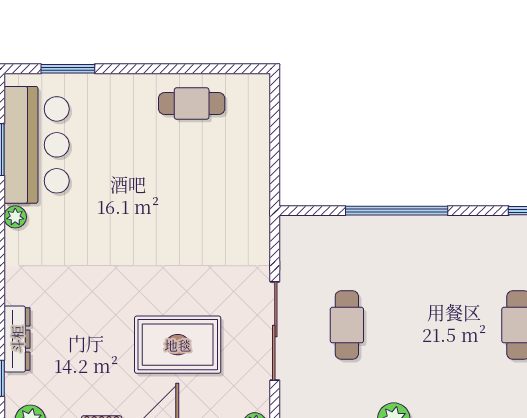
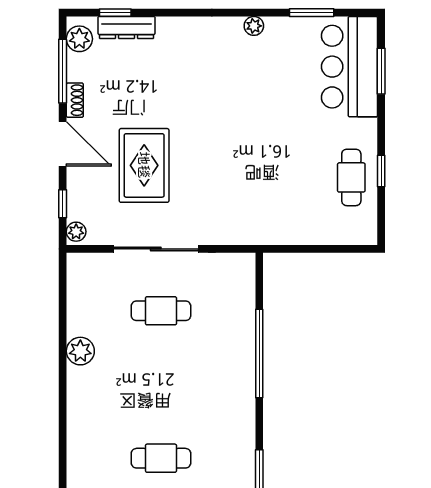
window: (184, 69) -> (381, 171), added
bar counter: (37, 145) -> (349, 67), moved, turned 90
dresser: (17, 339) -> (126, 27), moved

